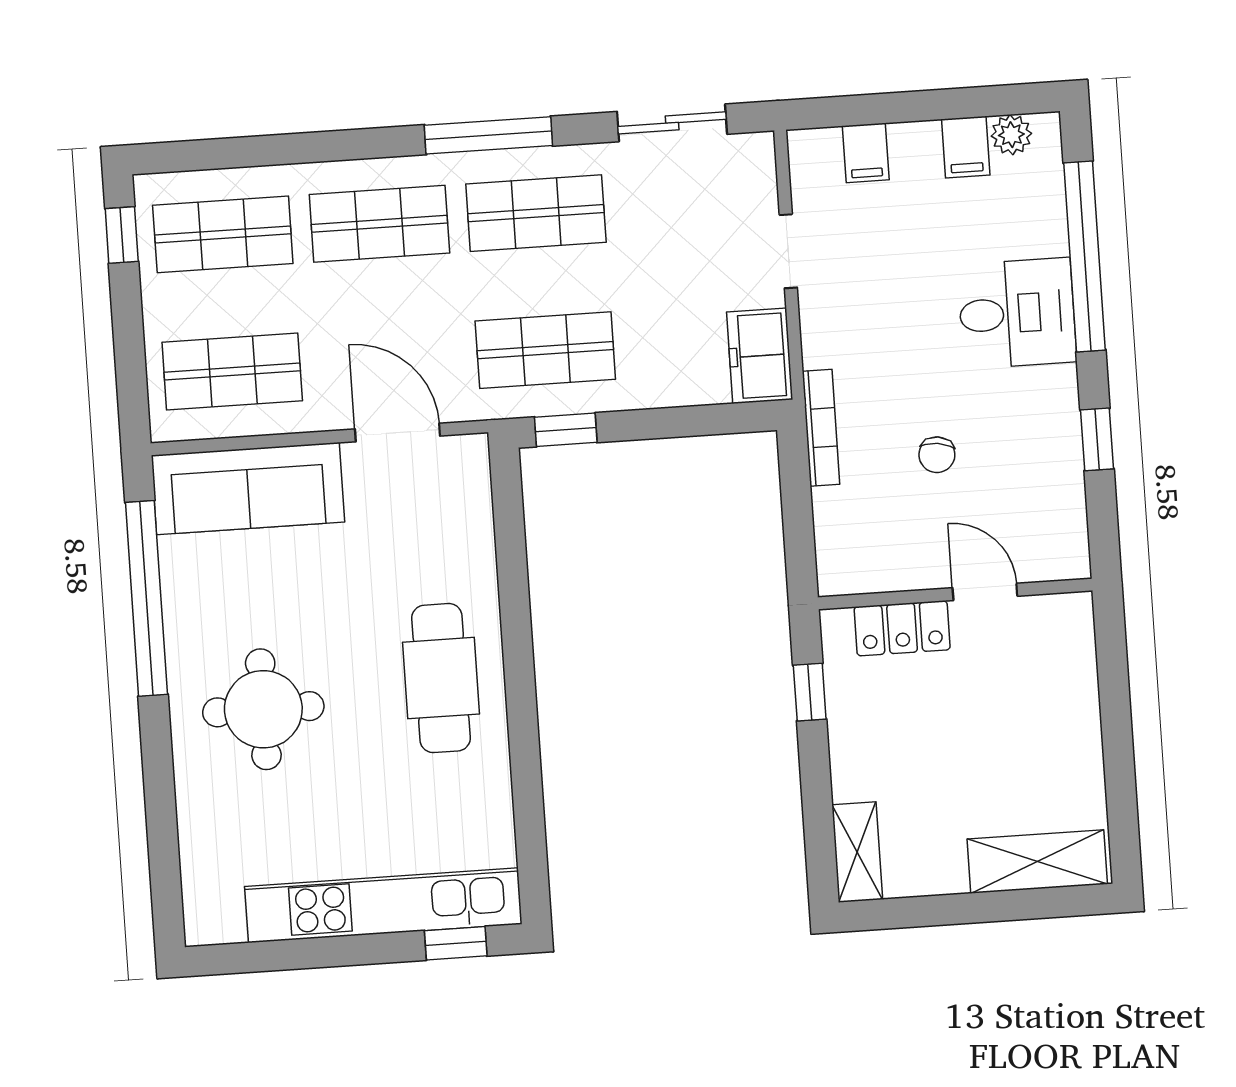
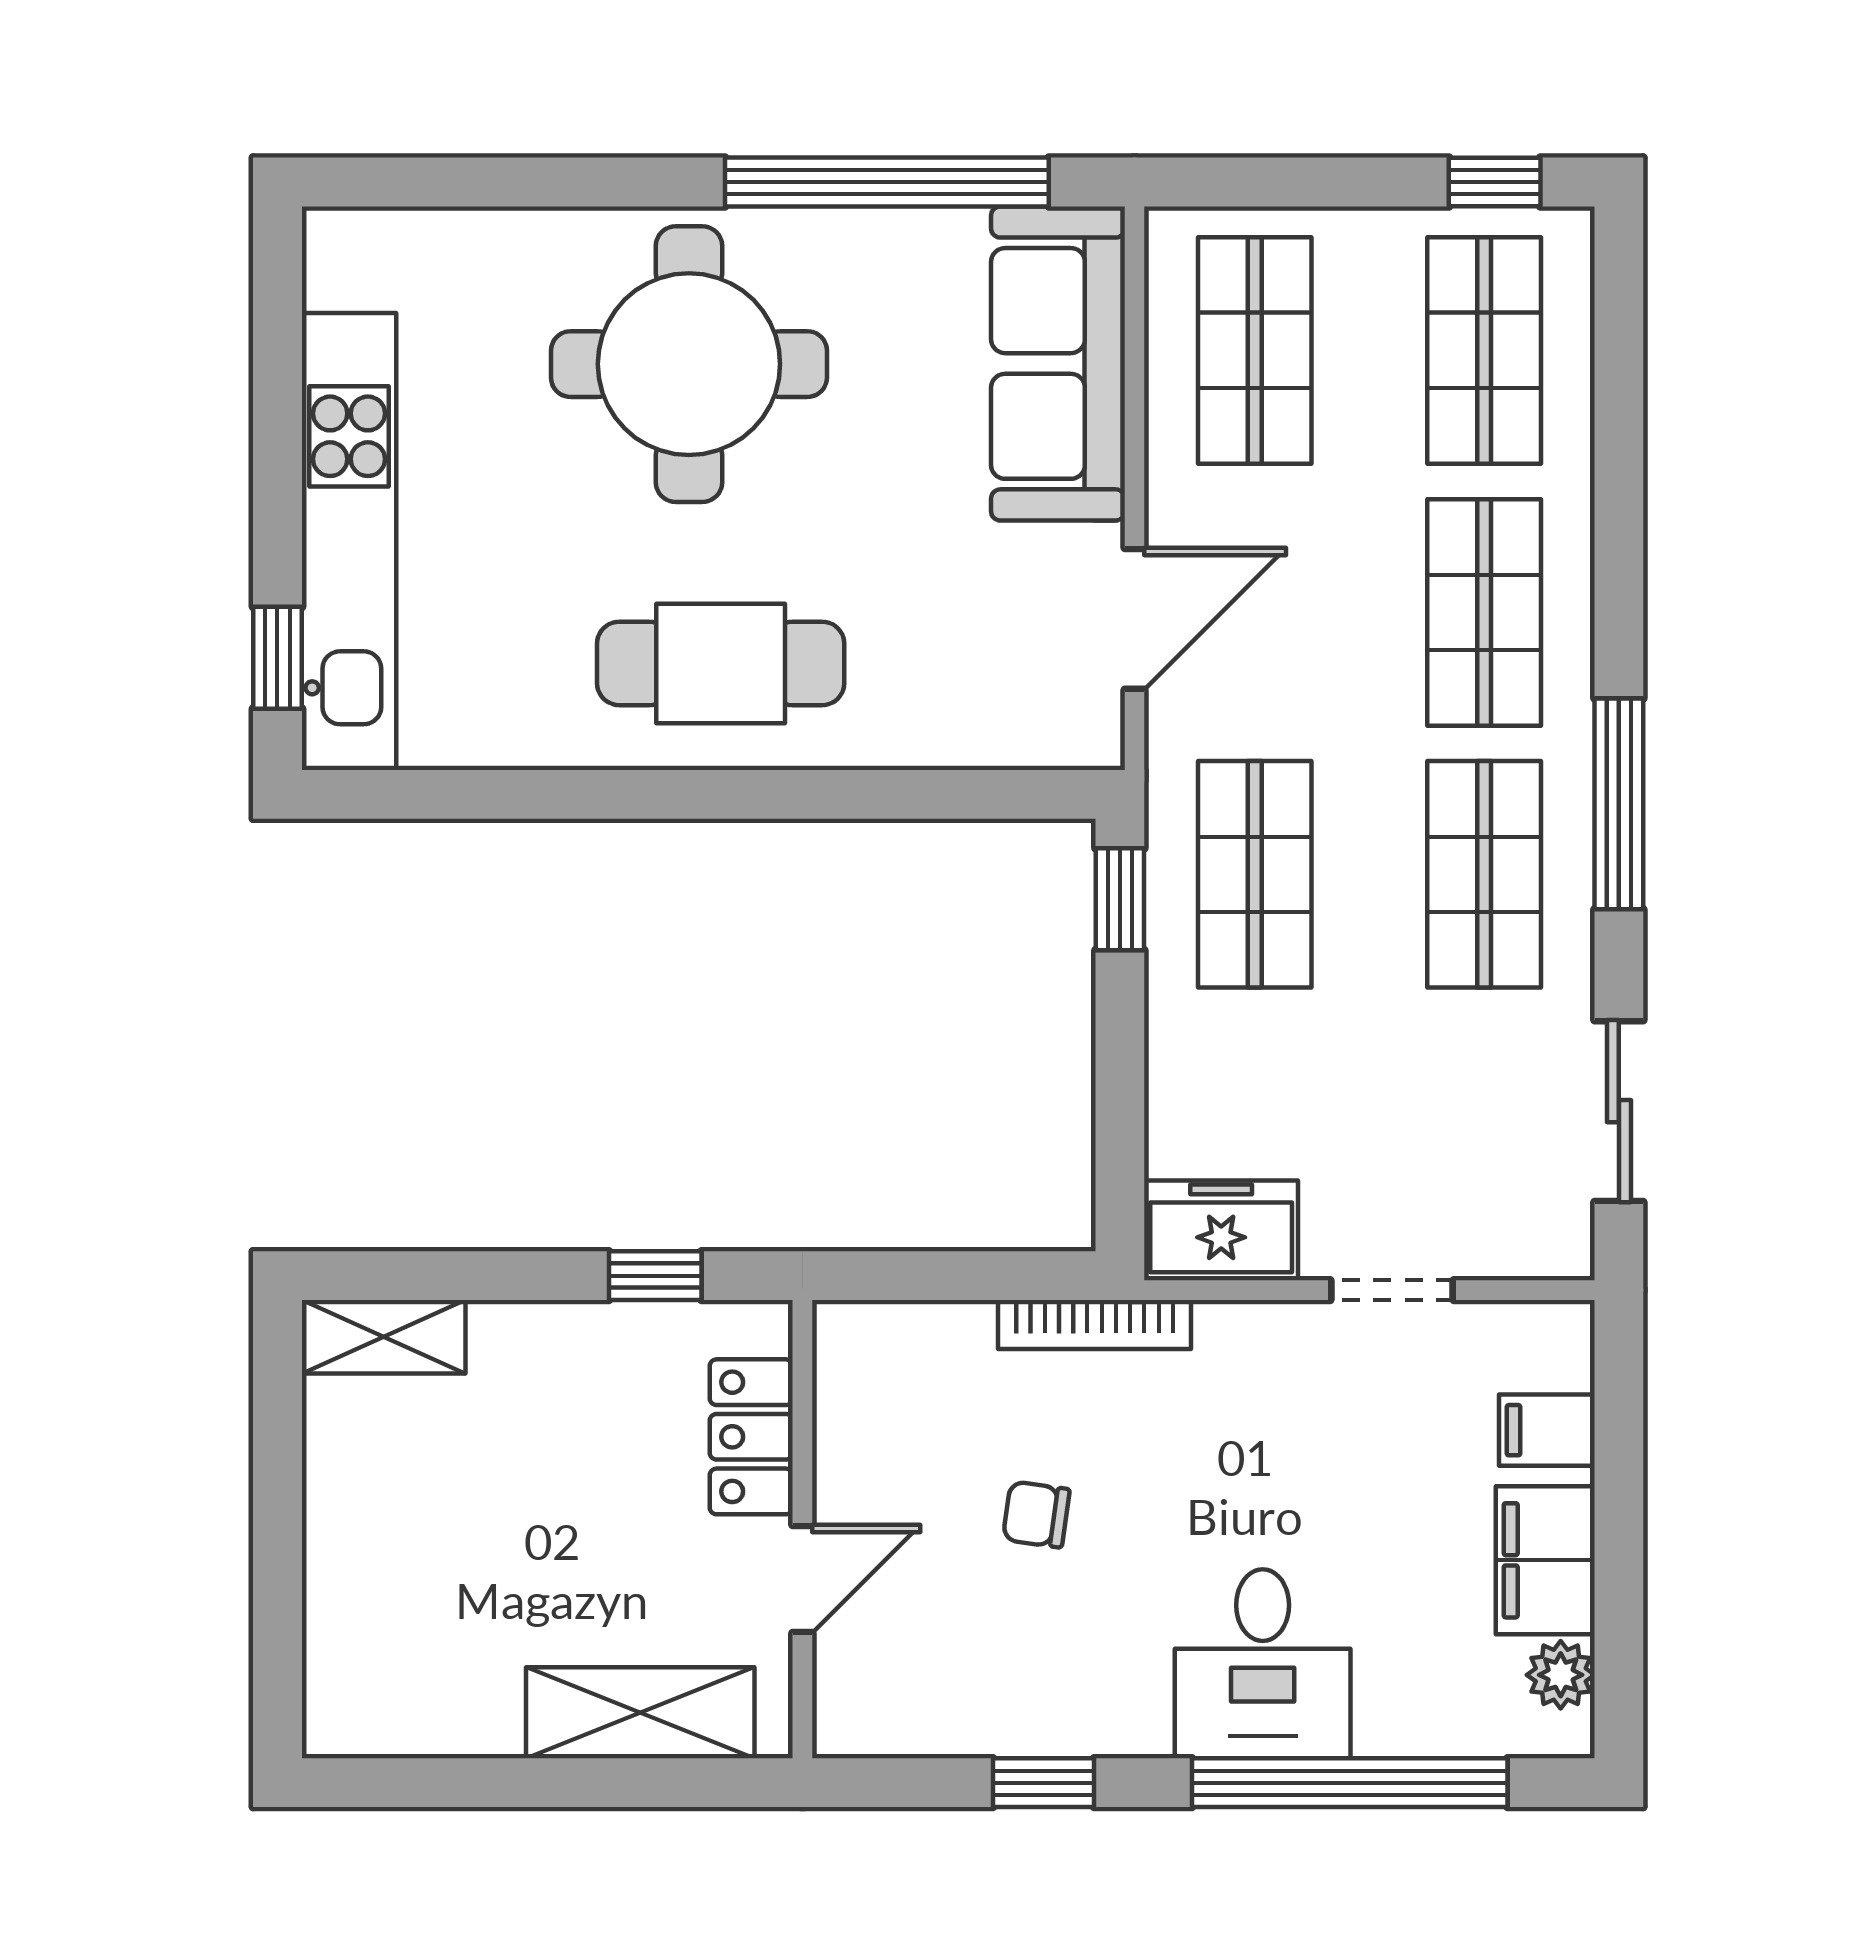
filing cabinet: (966, 147) -> (1545, 1560), width x2.00
round table: (263, 709) -> (689, 364), width x1.36, depth x1.36
shelving: (1037, 862) -> (640, 1713), moved, turned 90

